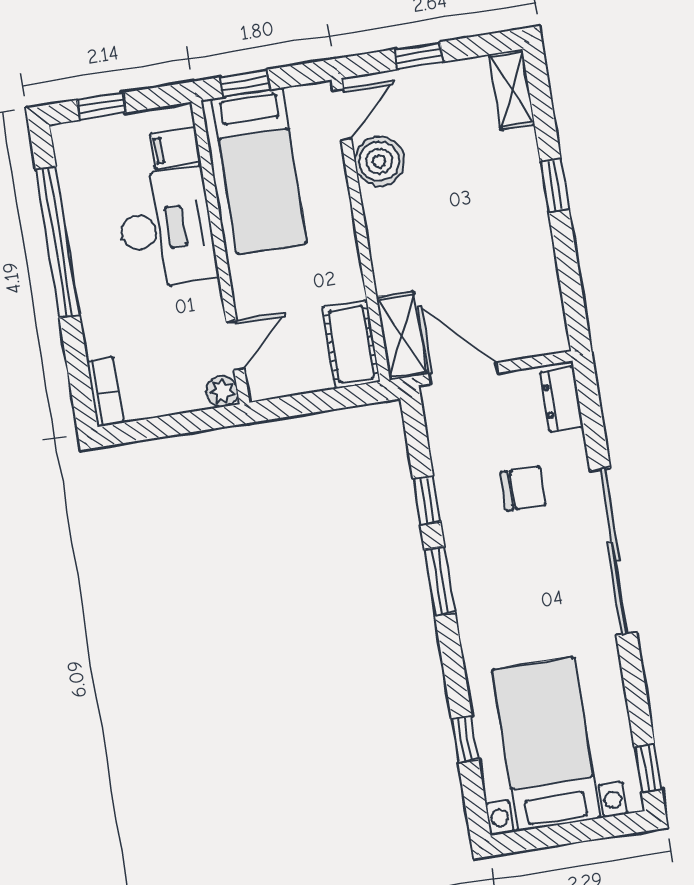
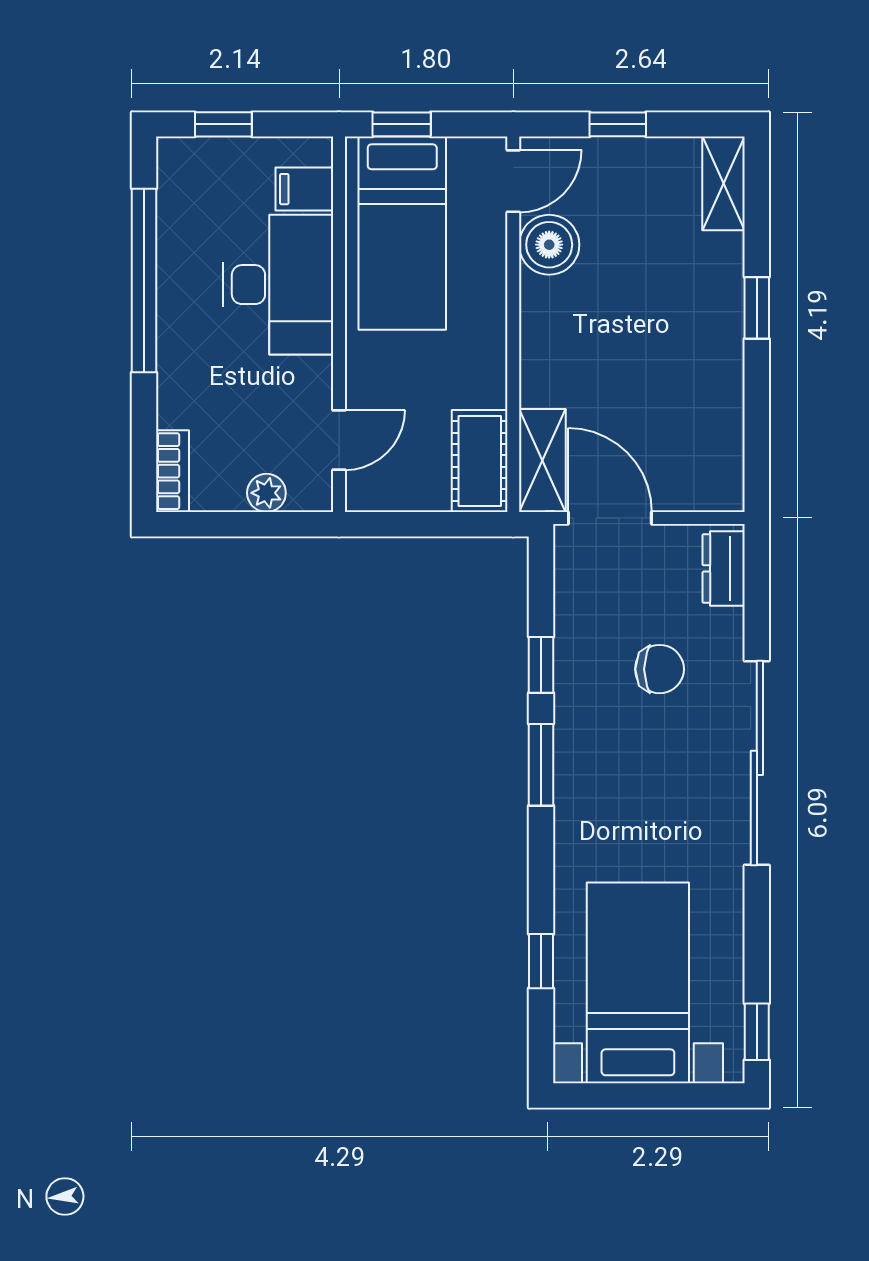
plant: (222, 391) -> (266, 493), moved

